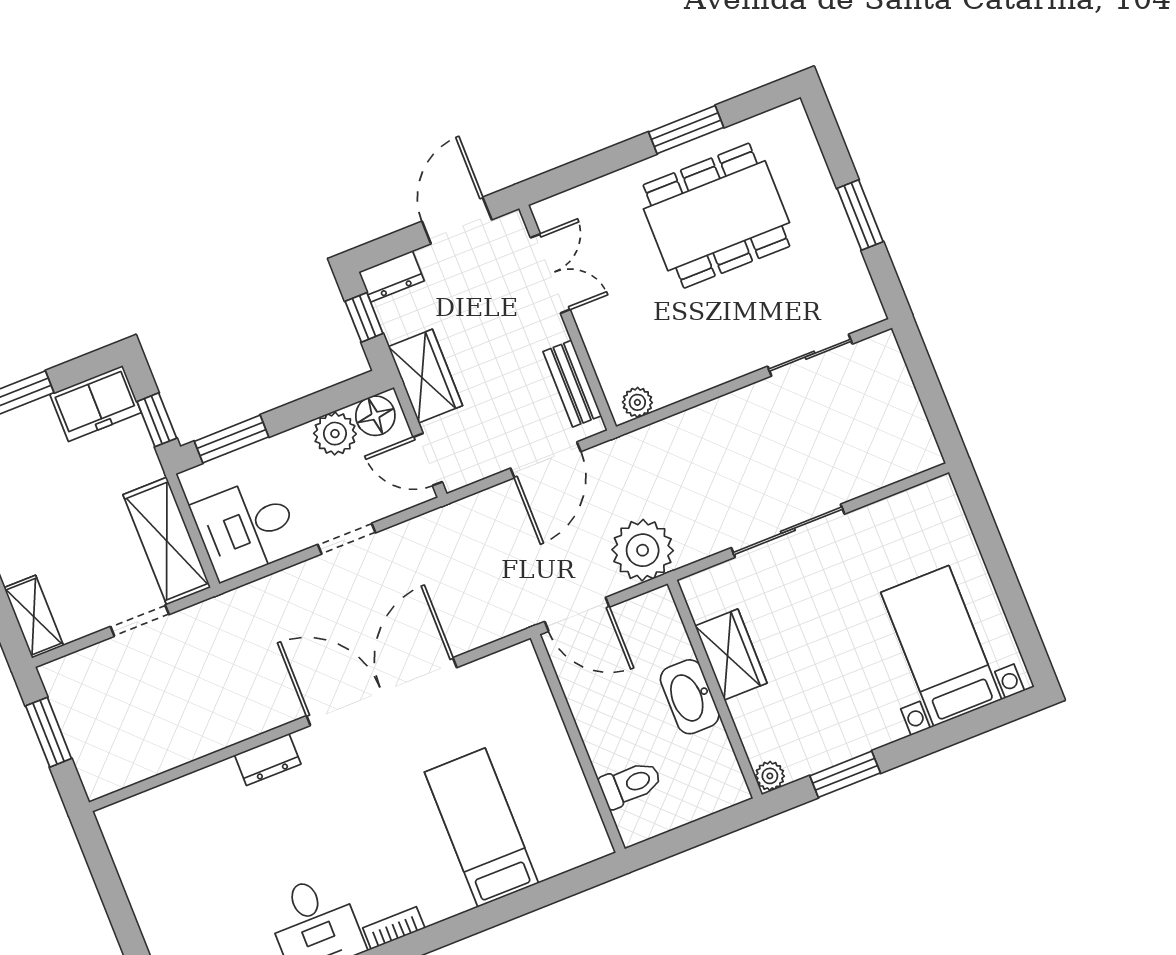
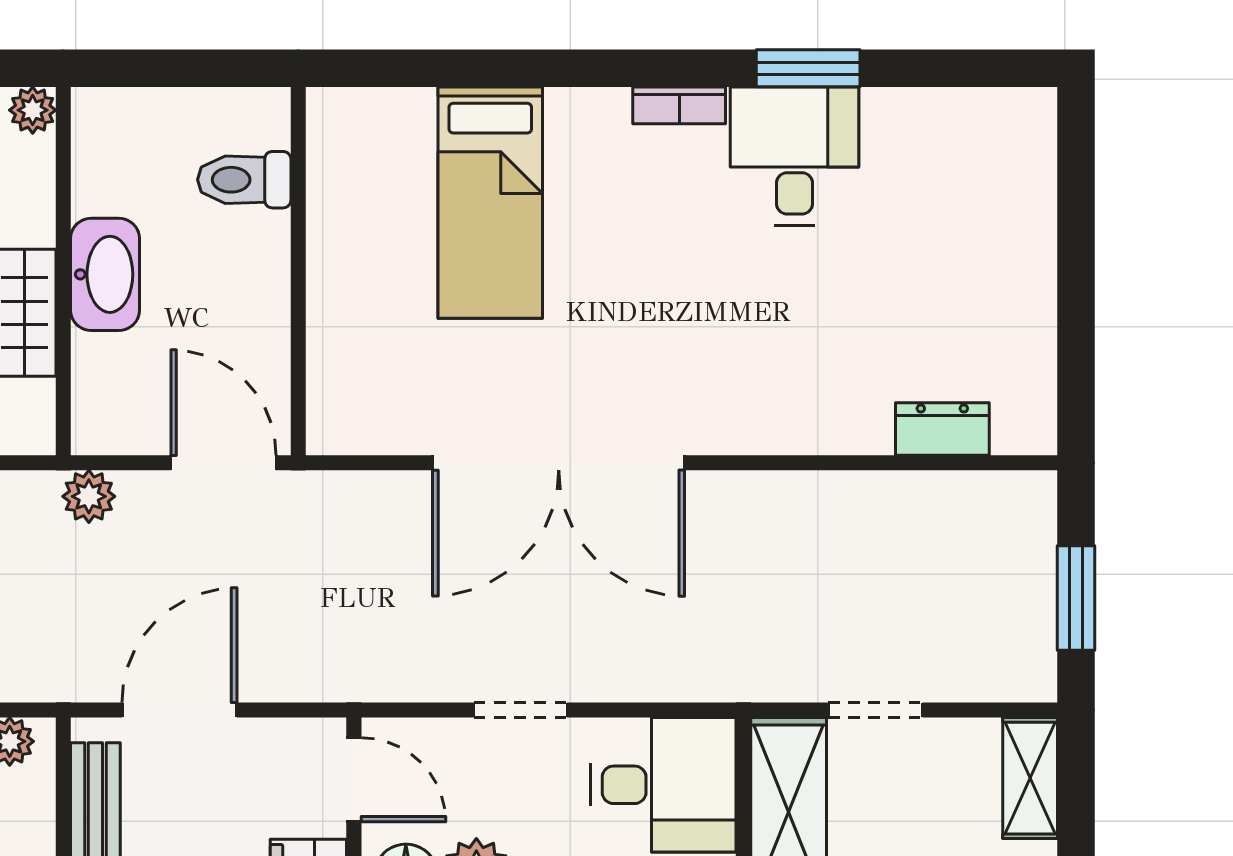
plant: (643, 550) -> (89, 496), width x0.53, depth x0.53
dresser: (268, 760) -> (942, 429), moved

